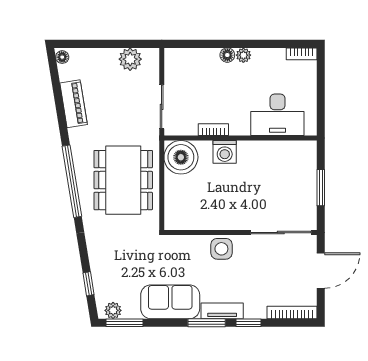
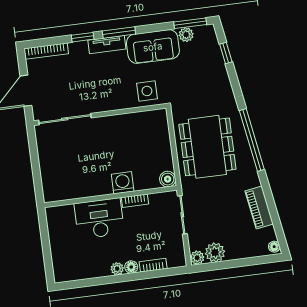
bookcase: (302, 54) -> (153, 265), moved
plant: (151, 56) -> (197, 258), added
desk: (277, 115) -> (99, 218), moved
boiler: (181, 157) -> (168, 179), width x0.54, depth x0.54
window: (321, 188) -> (35, 163), removed
side table: (221, 249) -> (147, 91), moved
plant: (113, 310) -> (186, 35), moved

